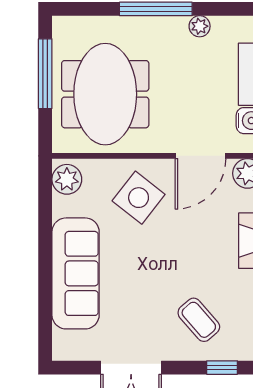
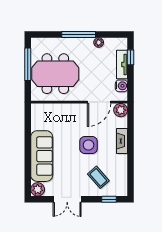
meeting table: (105, 94) -> (55, 74), turned 90
plant: (67, 179) -> (38, 189), moved
side table: (139, 198) -> (89, 145), moved, turned -38

